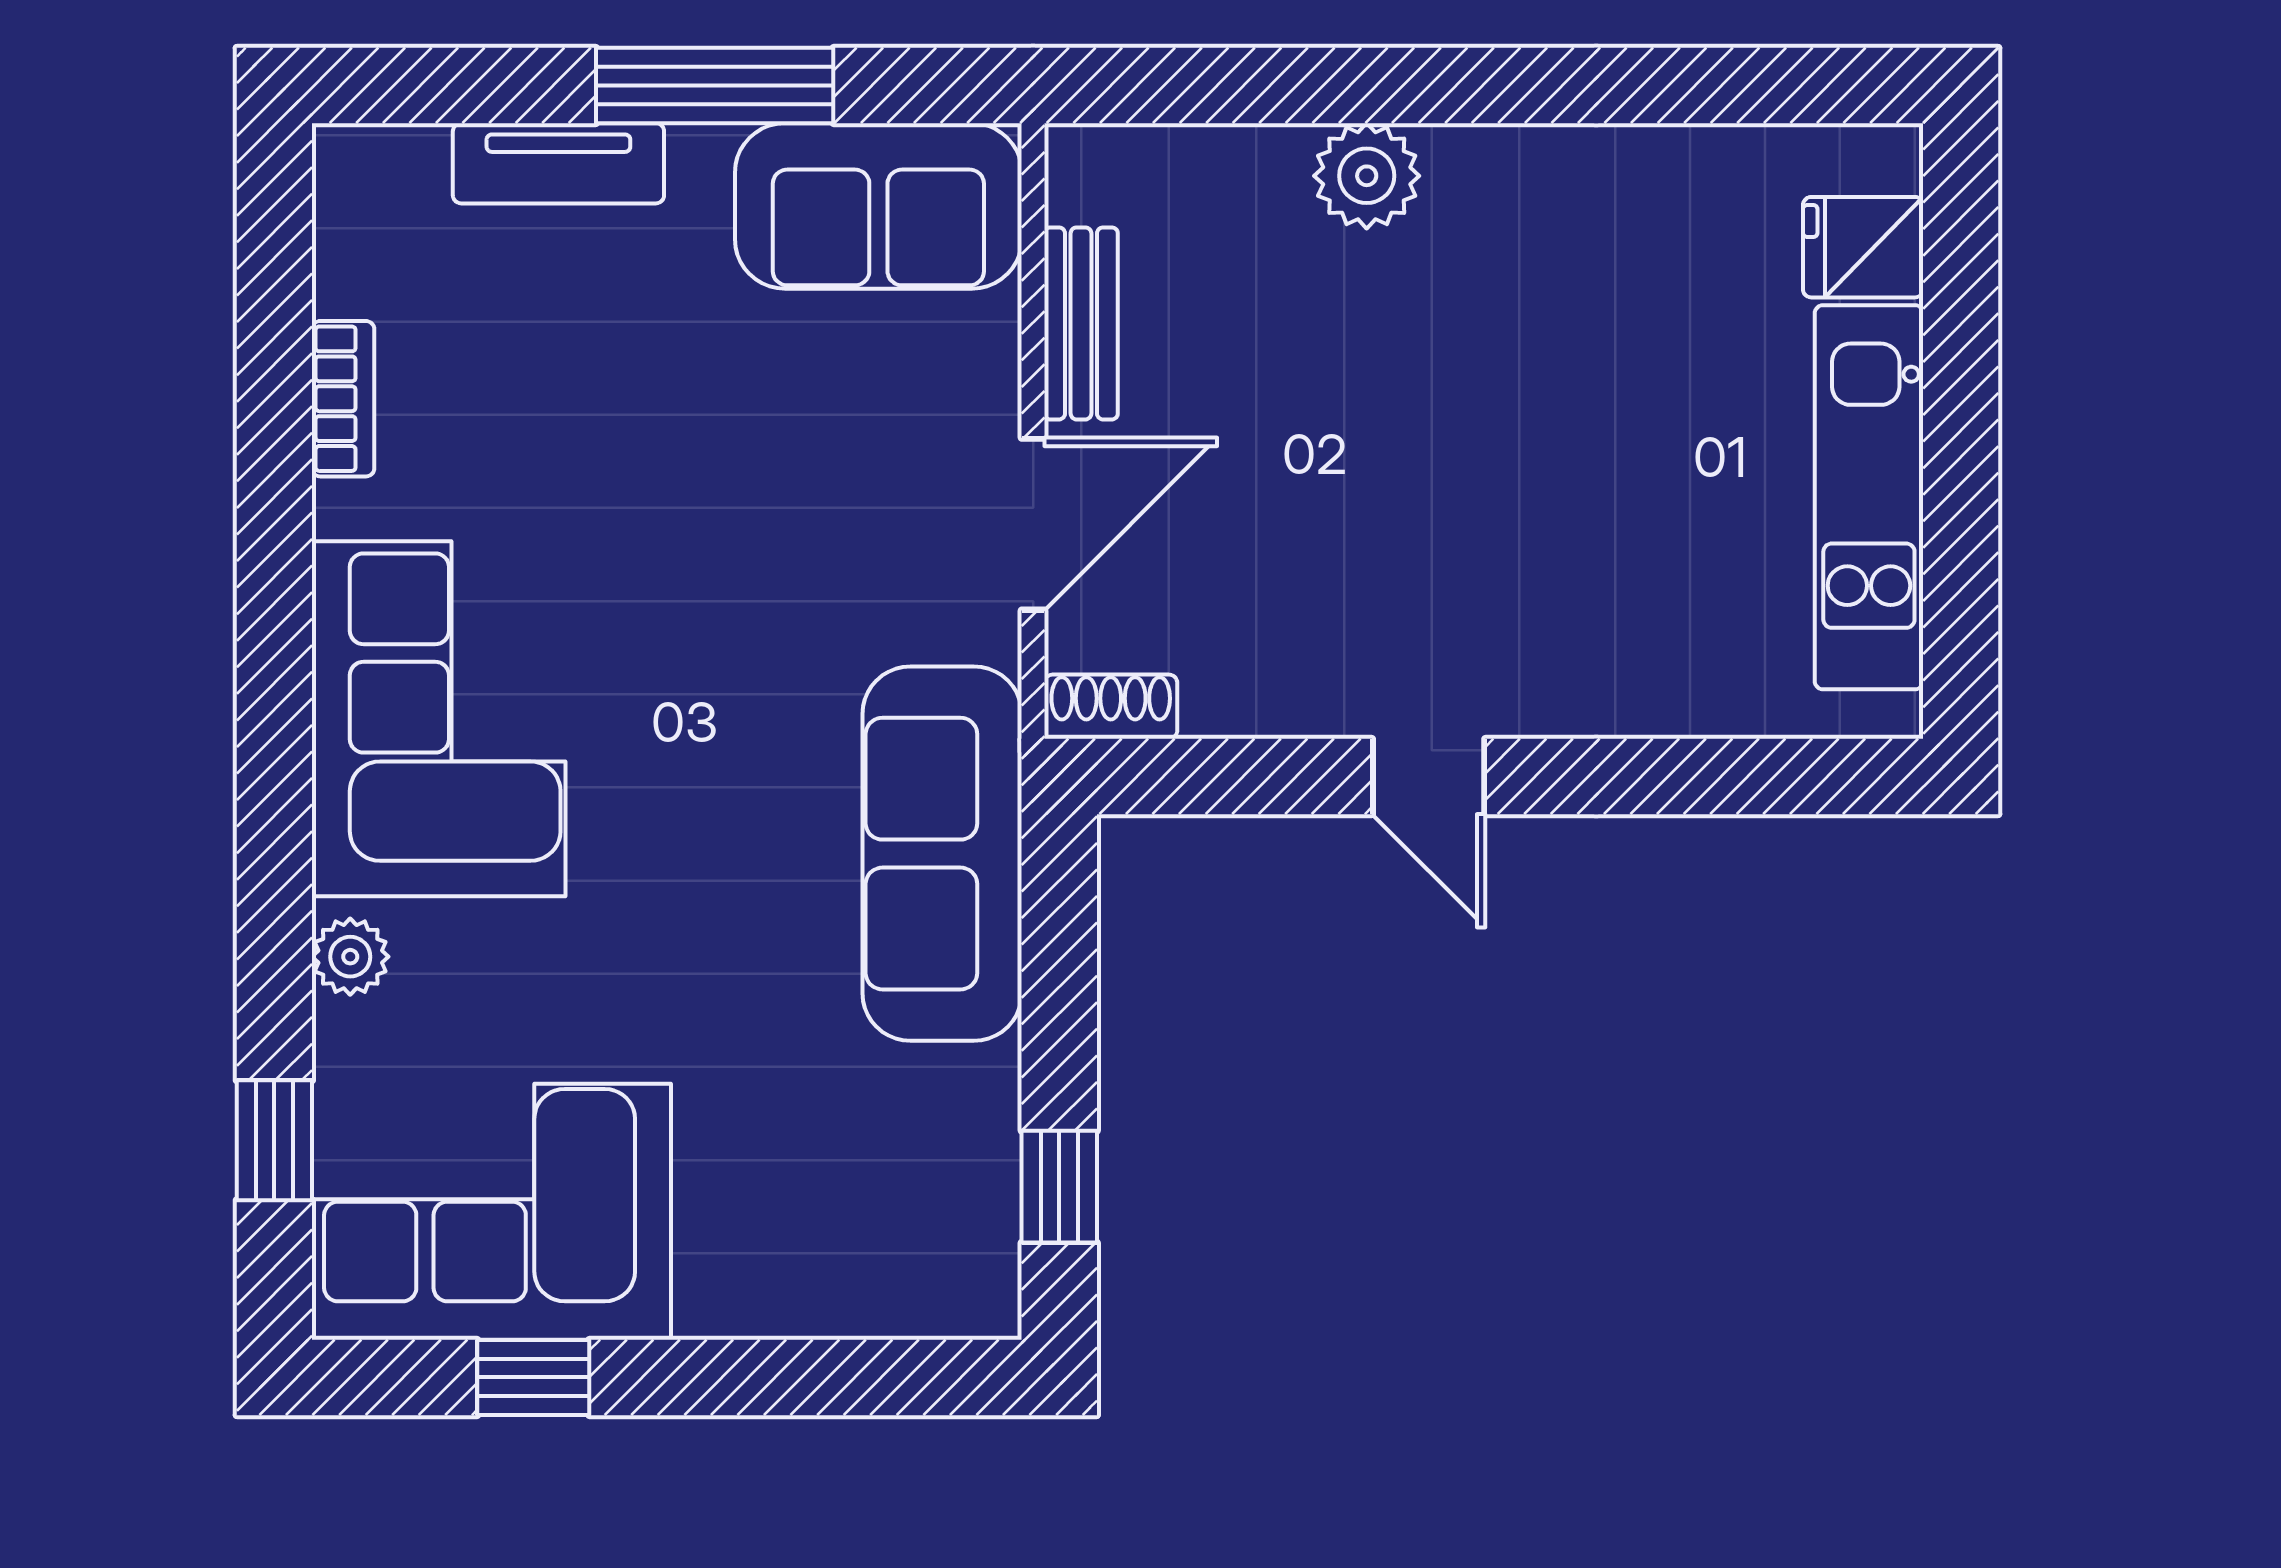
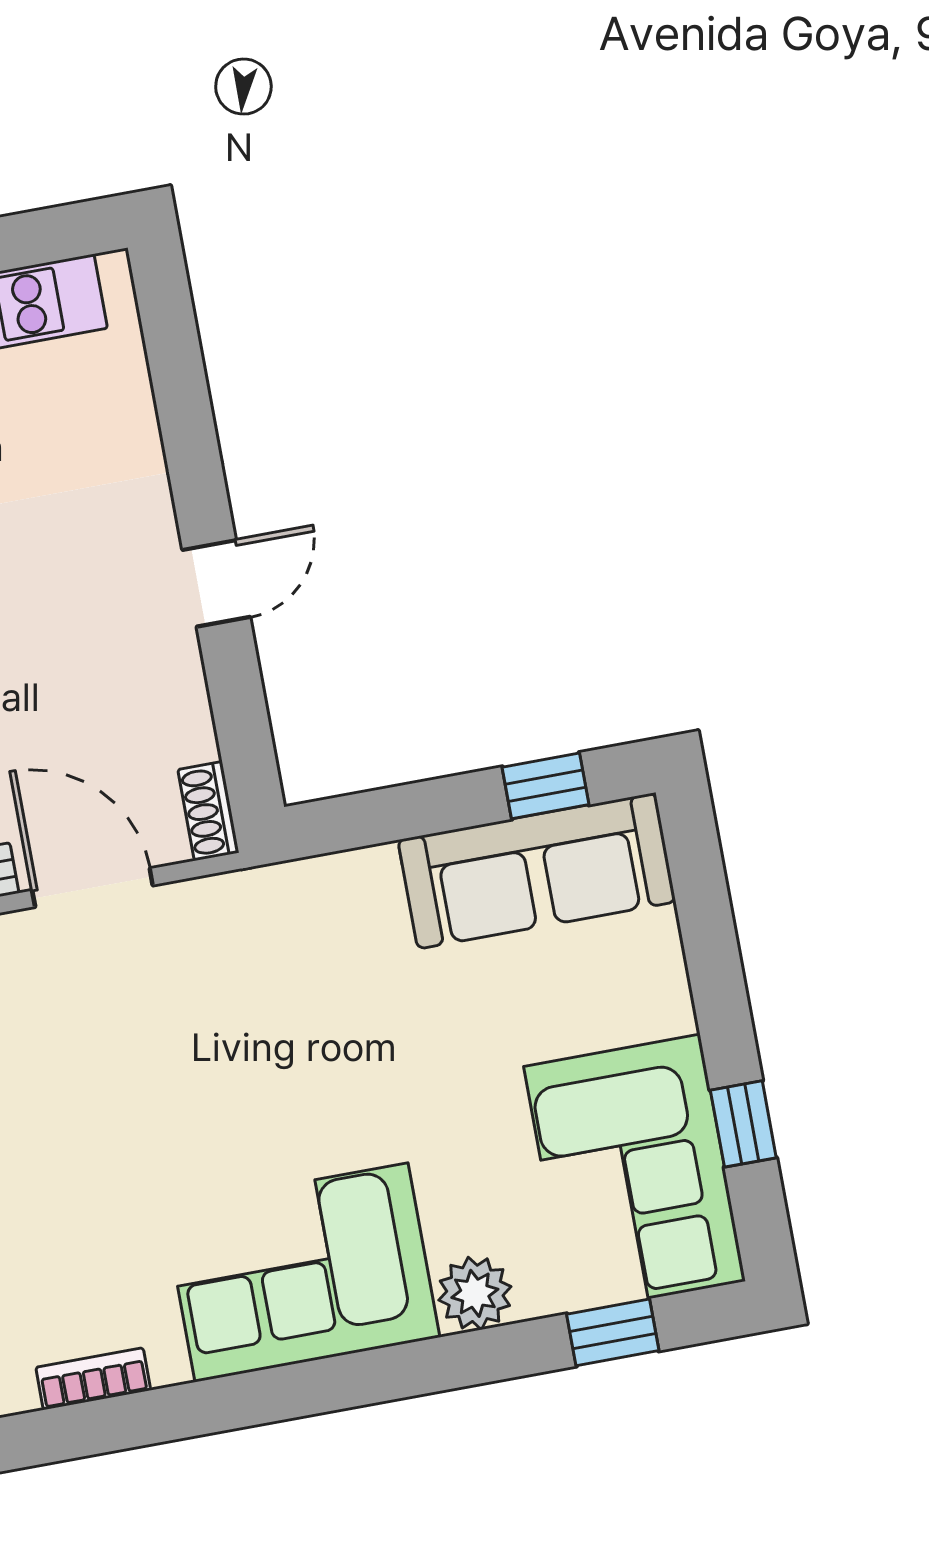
sofa: (942, 854) -> (537, 871), moved
plant: (350, 957) -> (475, 1293), width x1.38, depth x1.38

